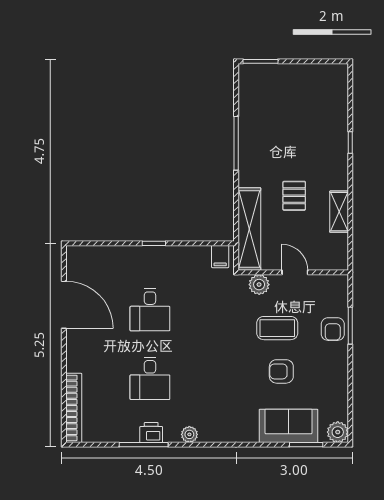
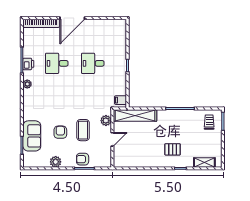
trolley: (262, 88) -> (209, 122), added
pallet: (294, 196) -> (173, 149), moved
shelving: (339, 212) -> (204, 162), moved
door: (64, 305) -> (72, 18), moved
plant: (338, 432) -> (56, 162), moved

